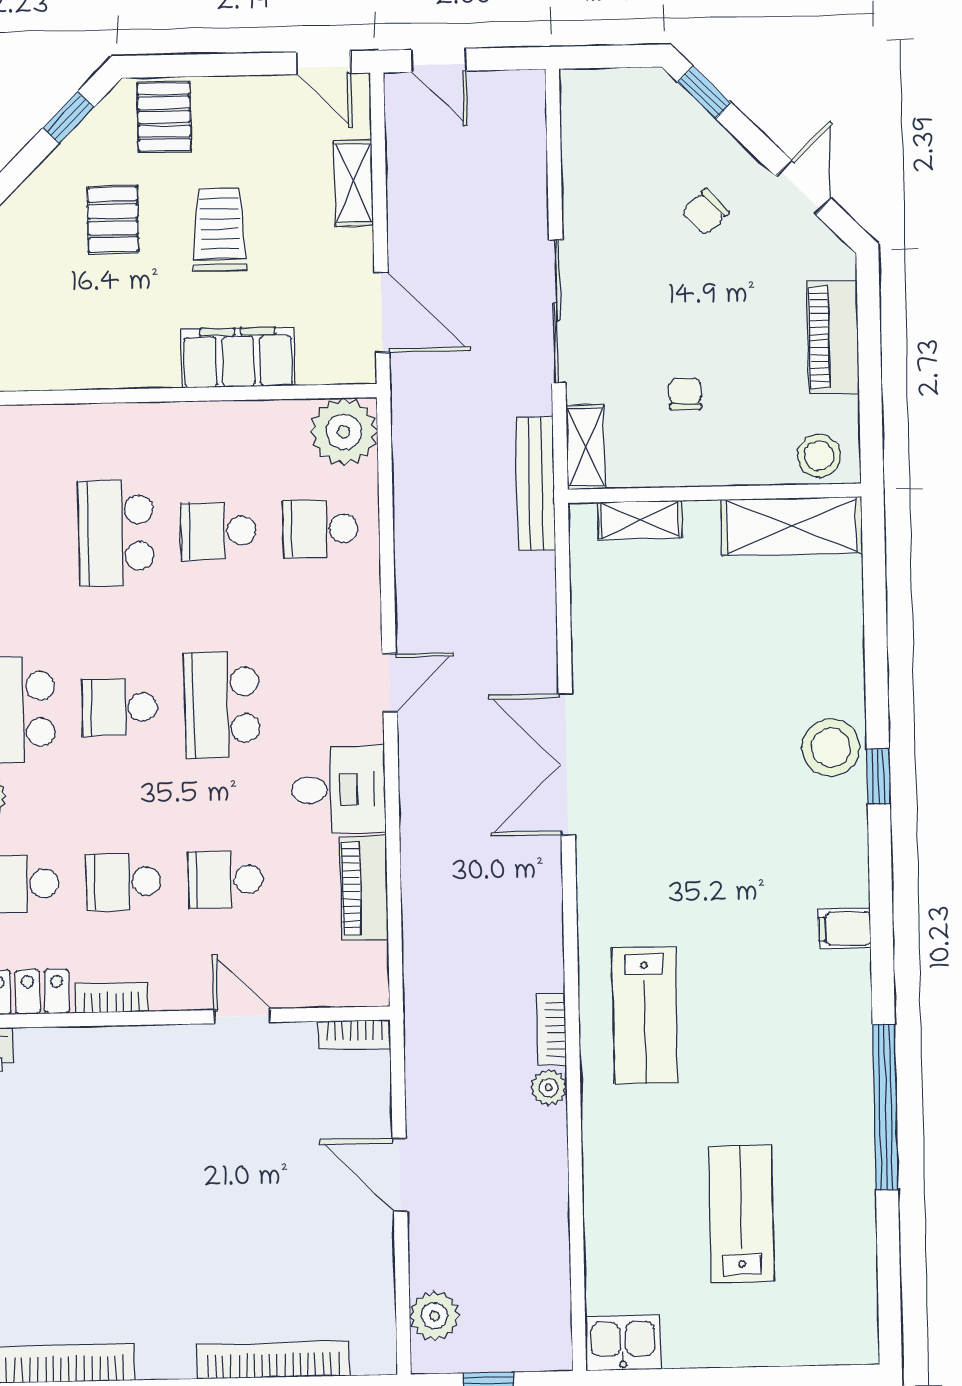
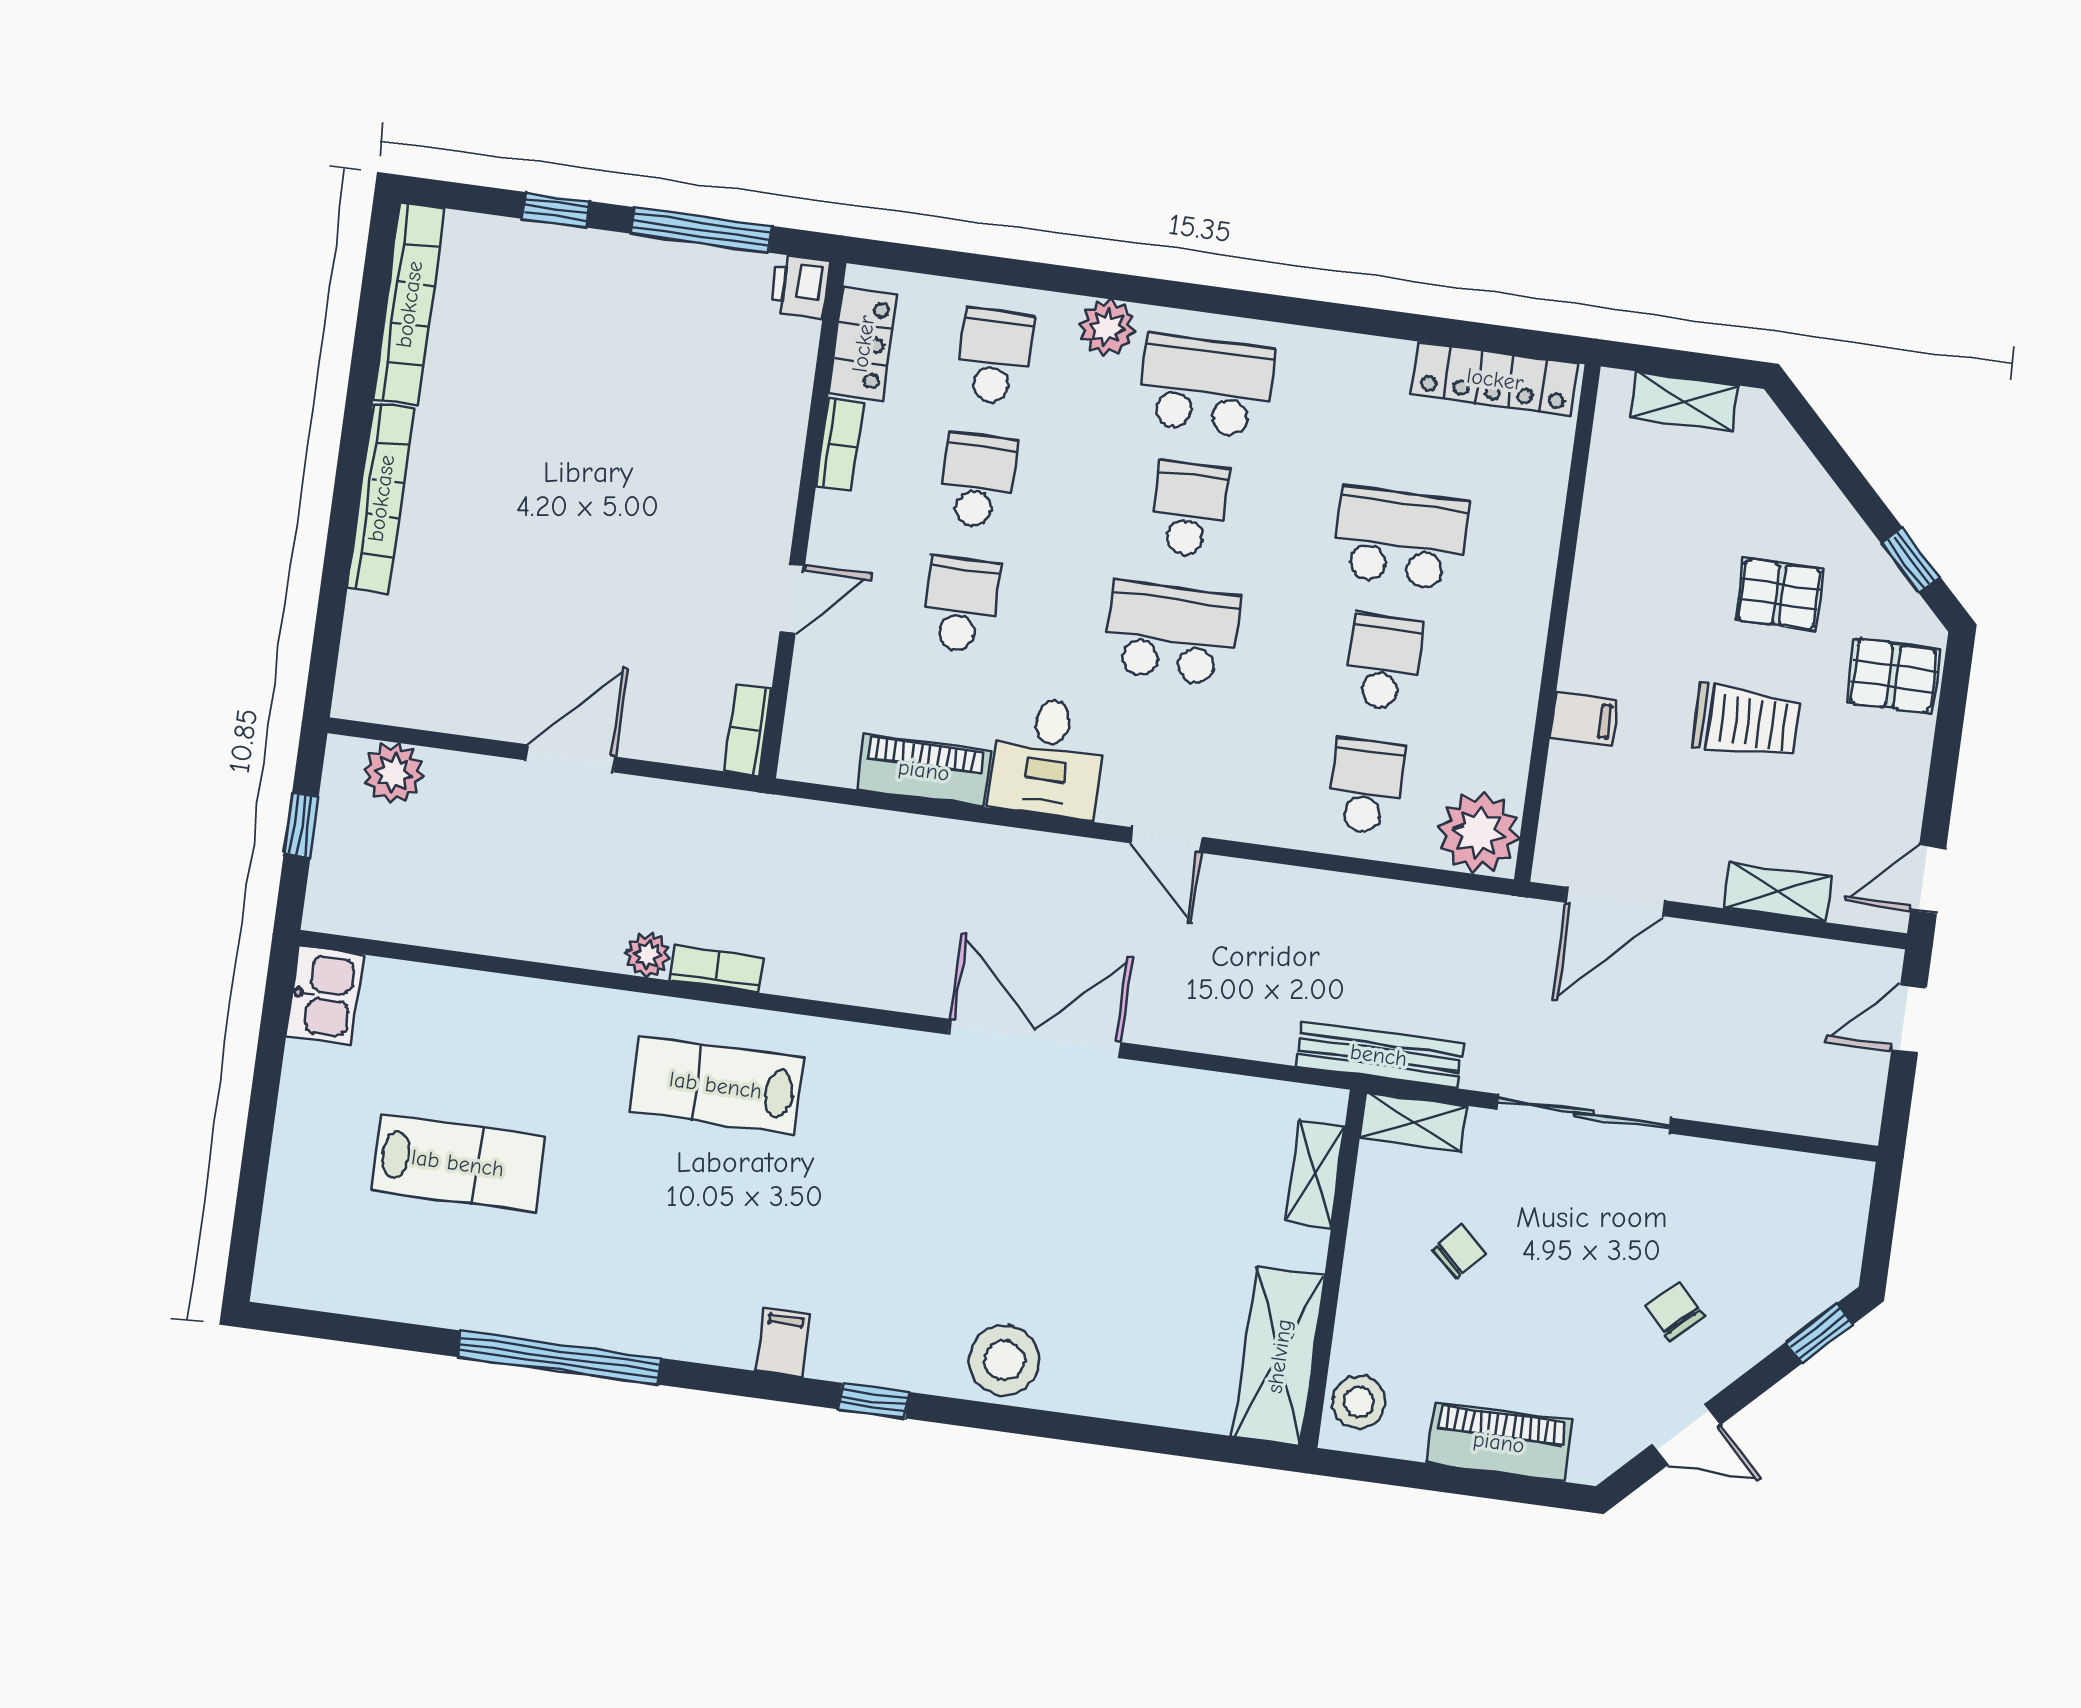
filing cabinet: (238, 357) -> (1584, 719), width x0.33, depth x0.86
chair: (685, 394) -> (1459, 1252), turned -47
window: (878, 776) -> (874, 1401), moved
bookcase: (273, 1360) -> (381, 498), moved

